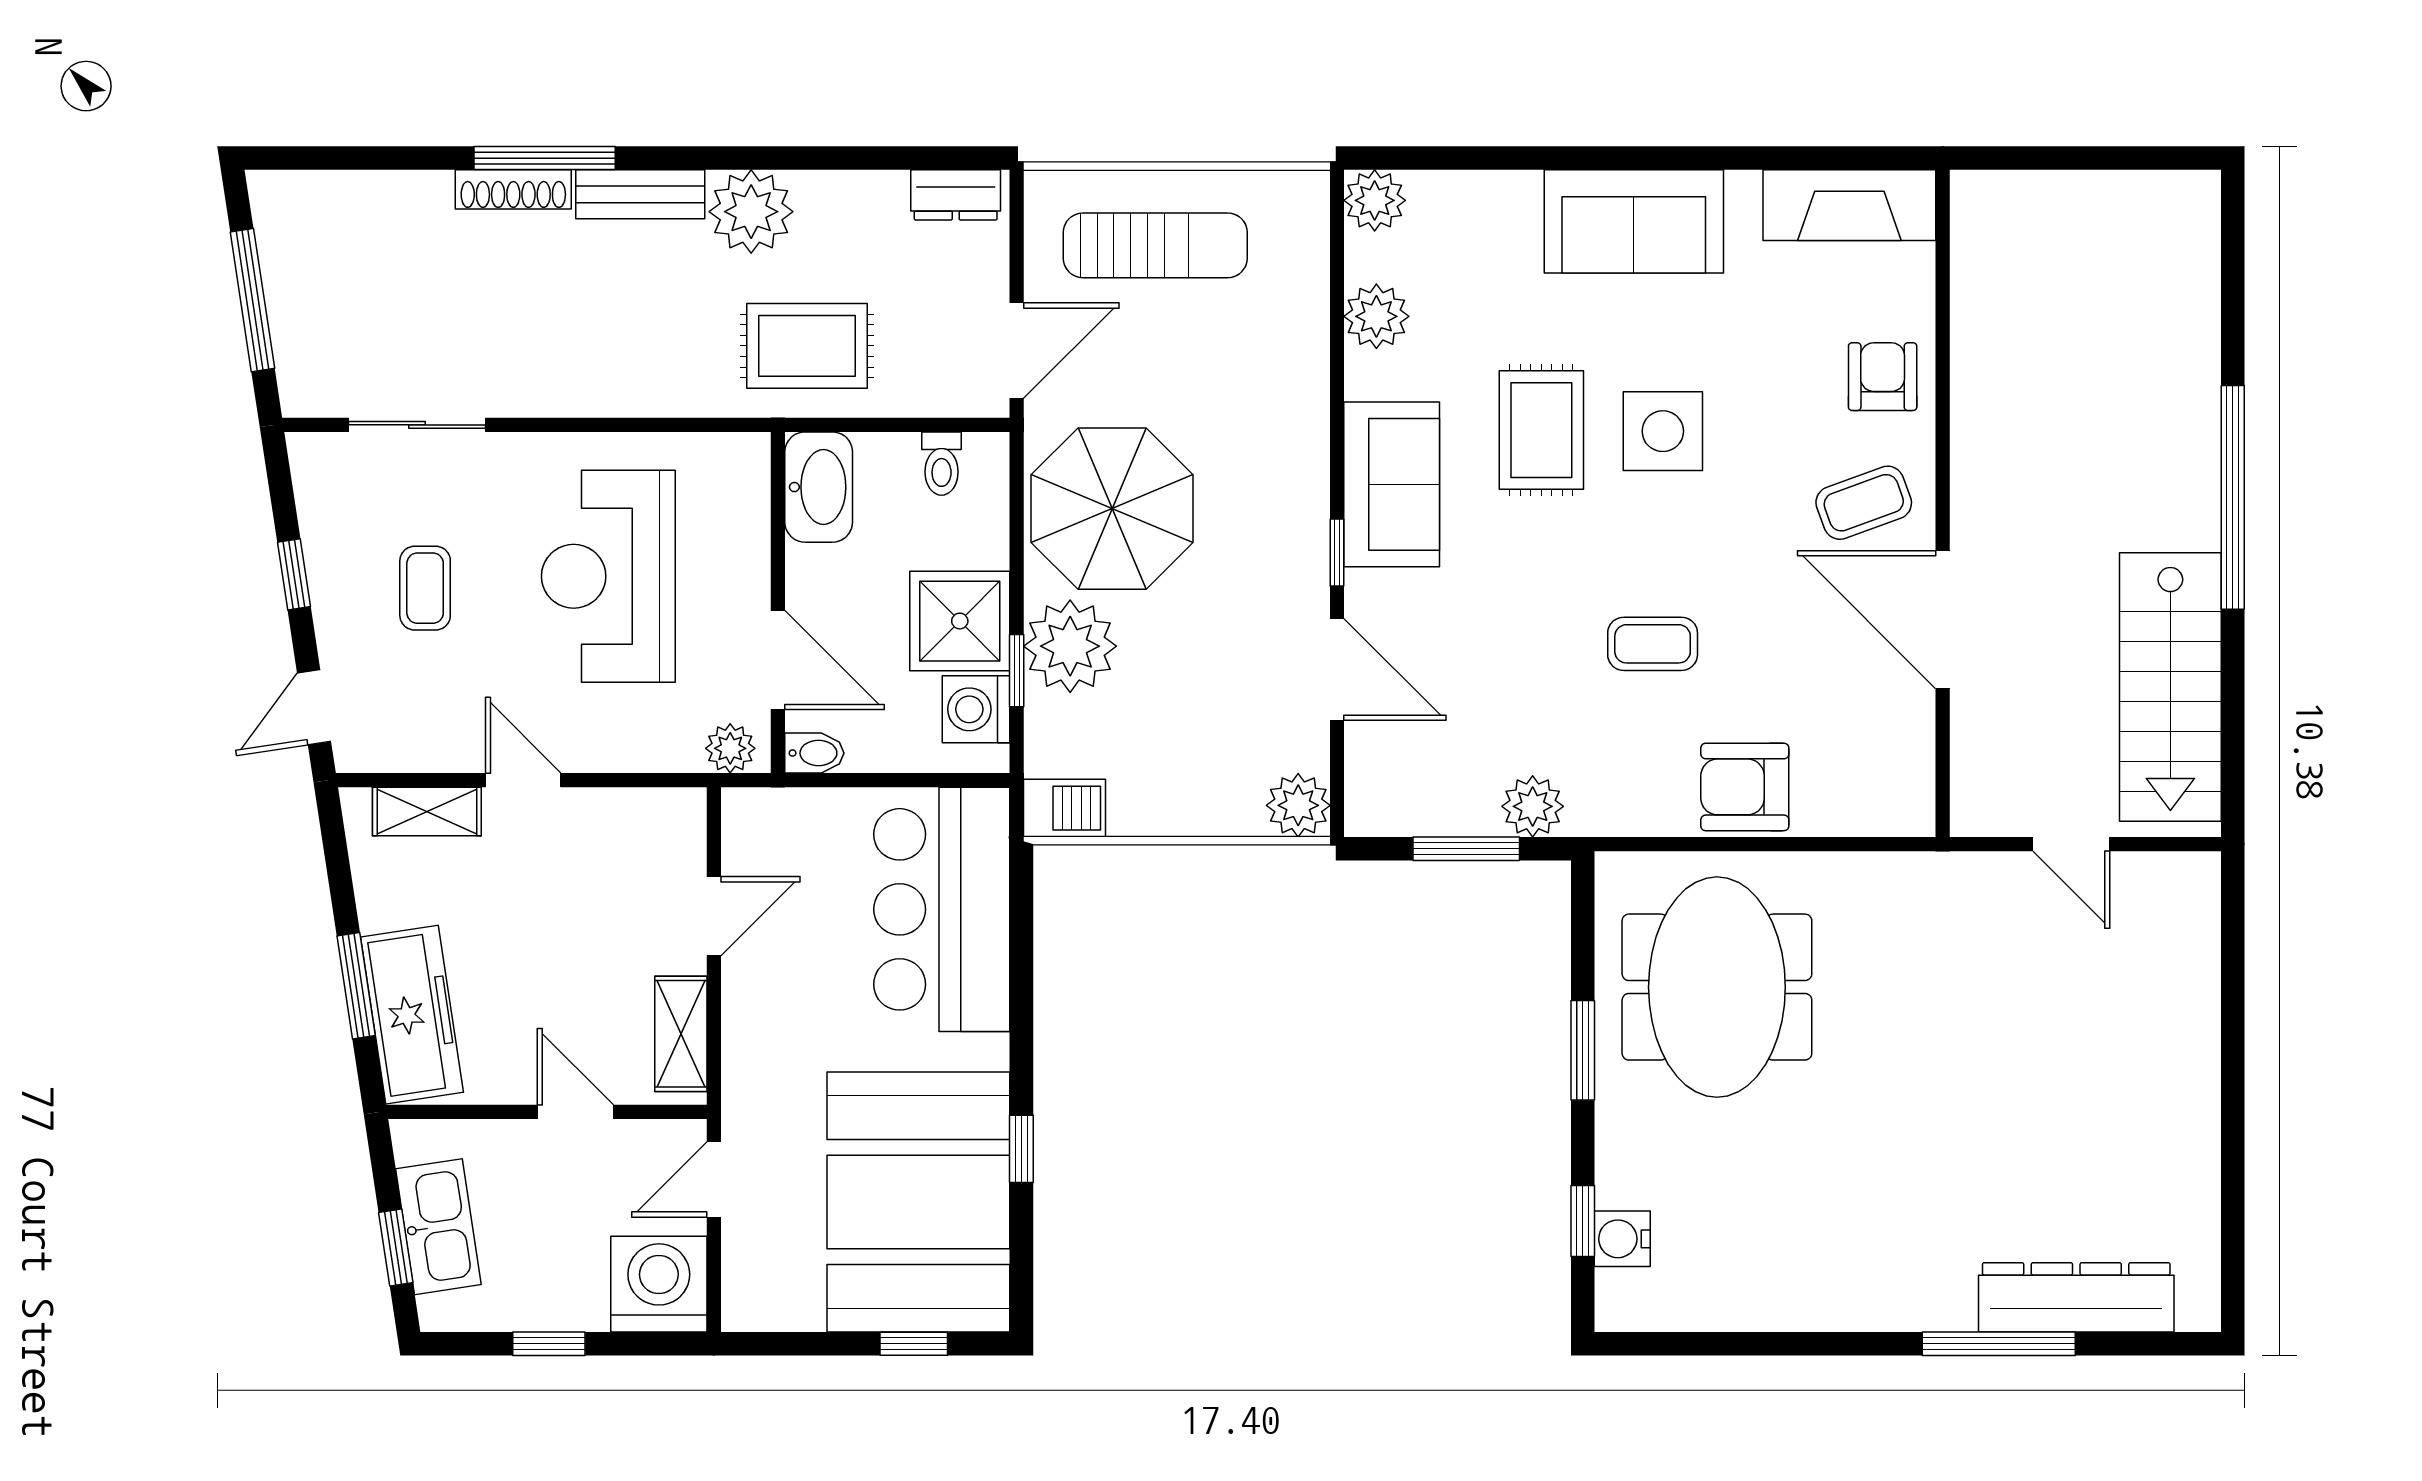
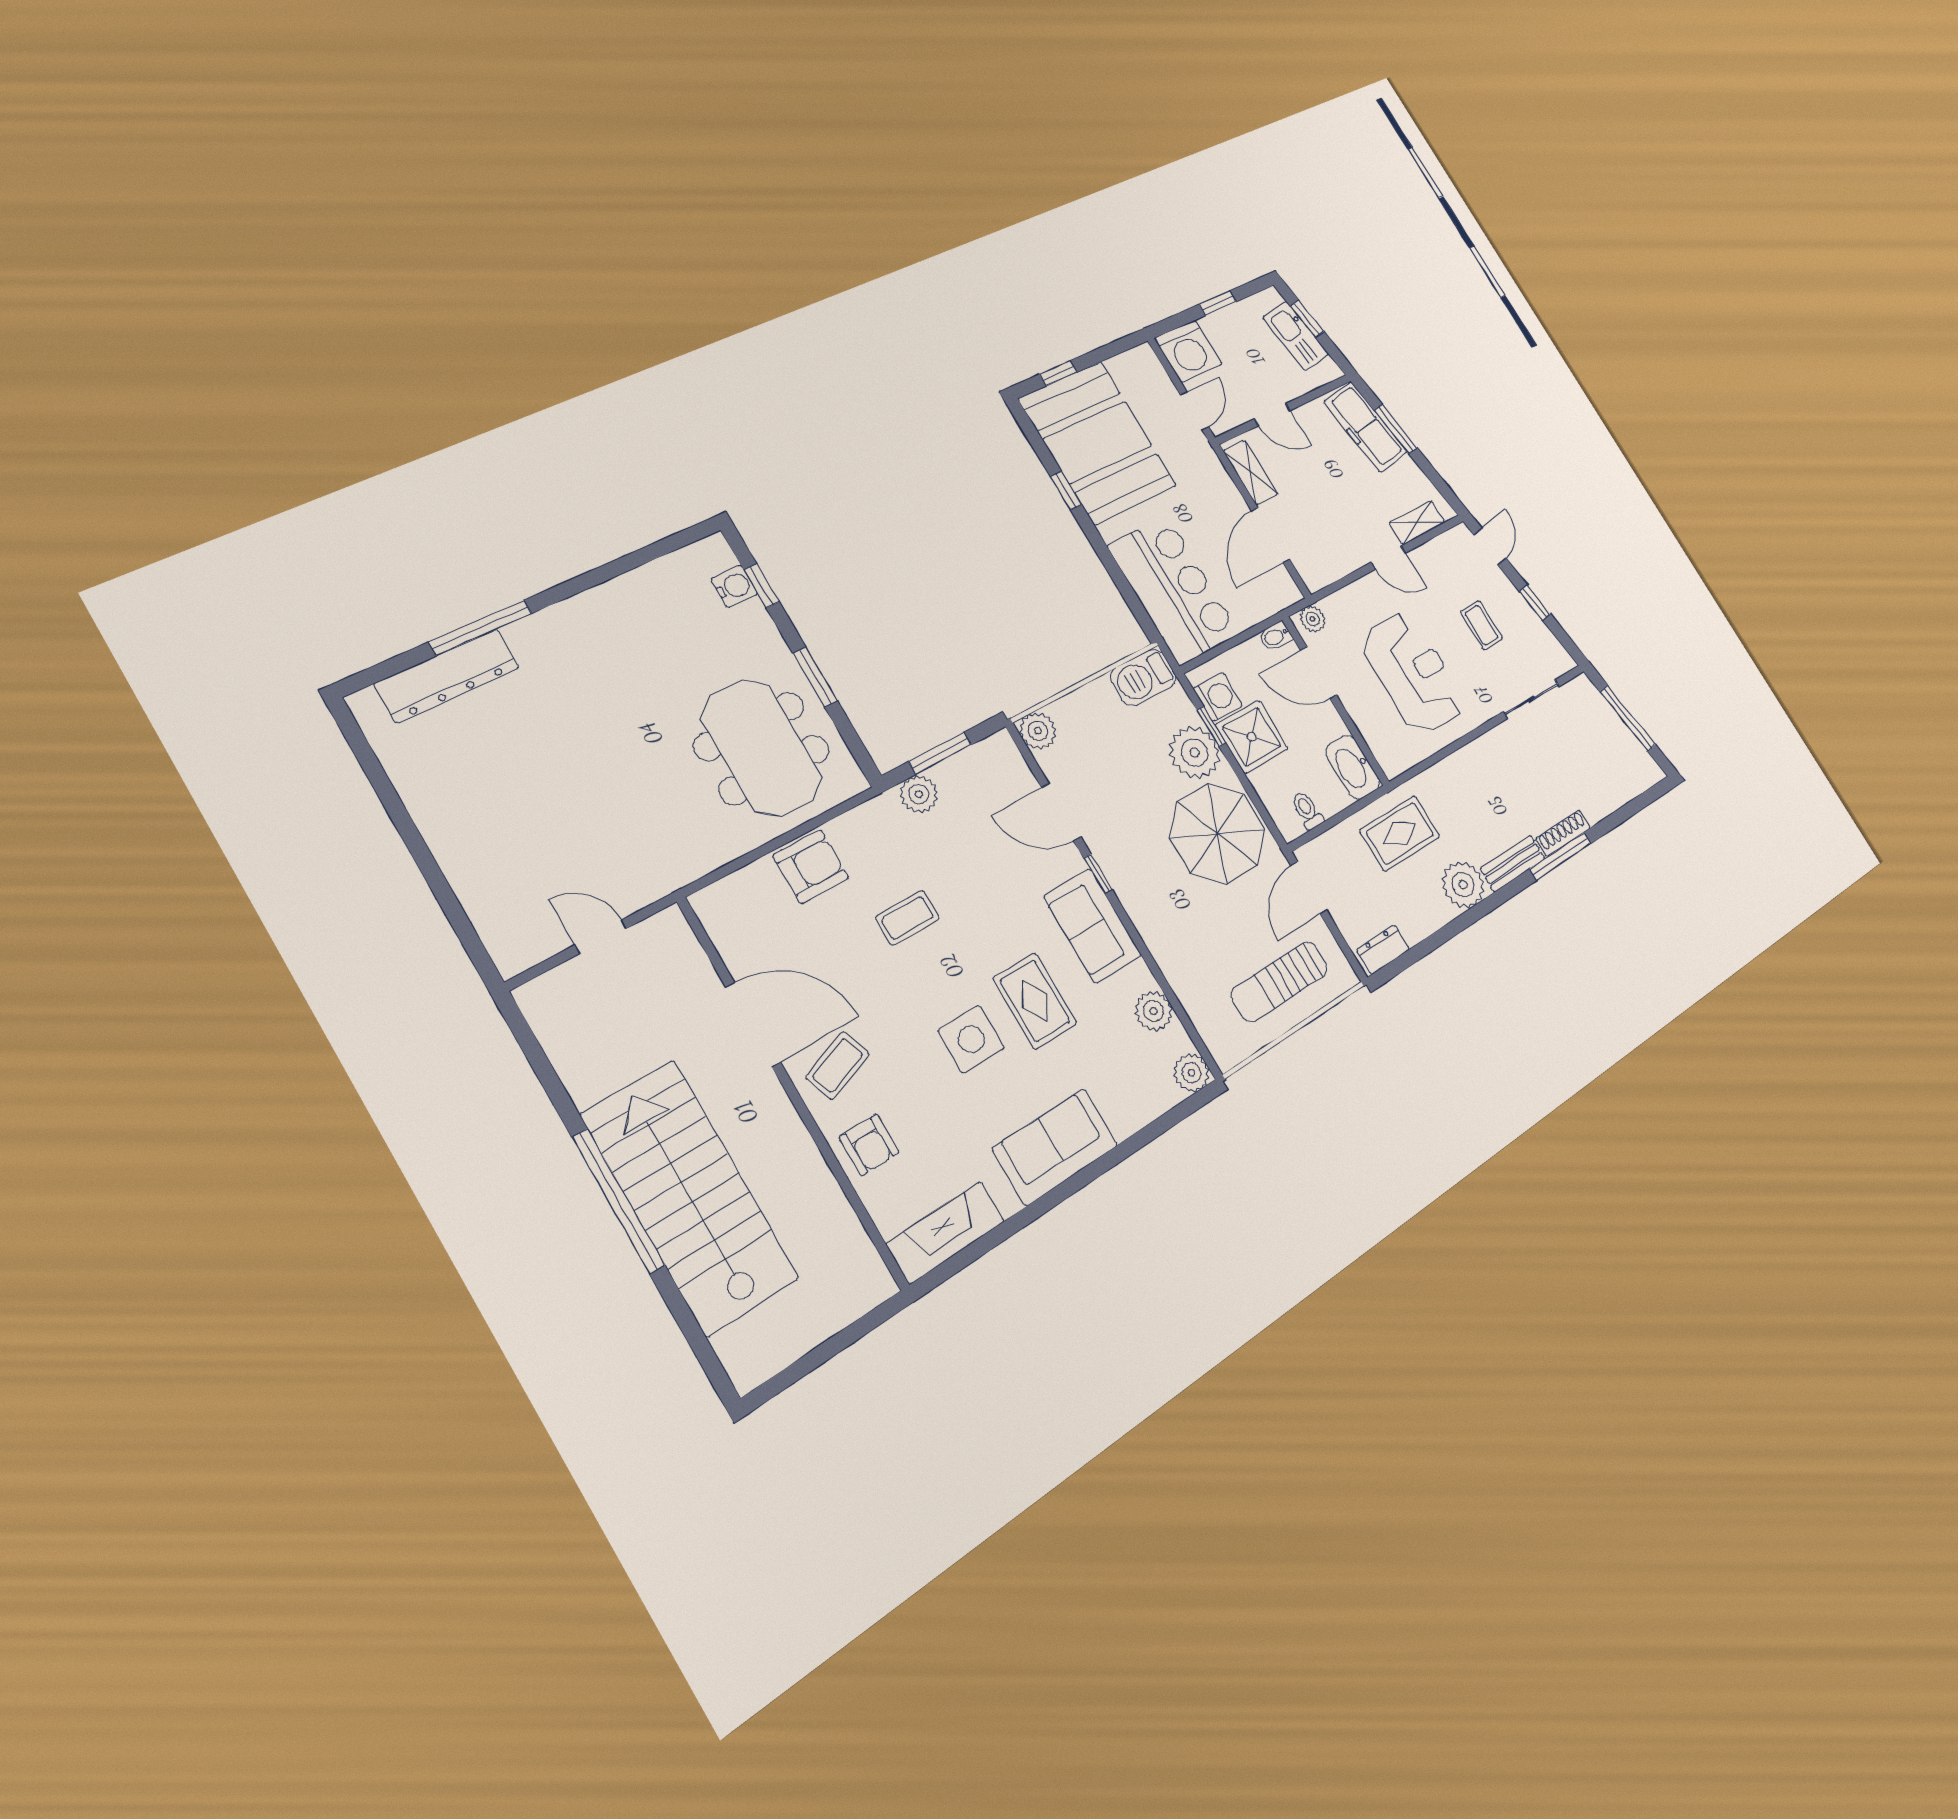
stairs: (2170, 687) -> (690, 1197), moved, width x1.36, depth x1.51
barbecue: (1064, 808) -> (1143, 677), width x1.38, depth x1.27
door: (714, 916) -> (1271, 535), width x1.38

